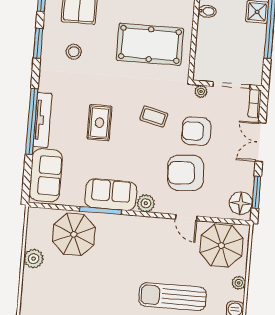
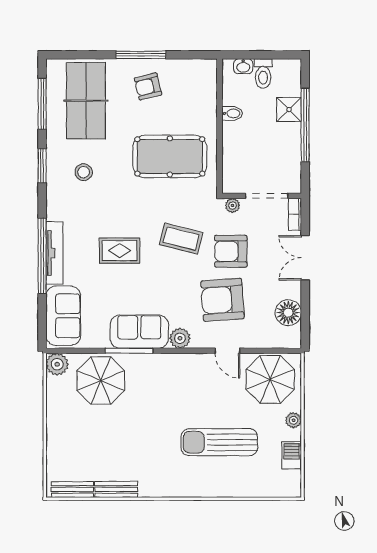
coffee table: (154, 117) -> (181, 239), width x1.36, depth x1.30
rug: (99, 123) -> (120, 251), turned 90
window: (256, 192) -> (305, 315), removed
floor lamp: (241, 203) -> (288, 313), moved
plant: (34, 259) -> (57, 364), moved

